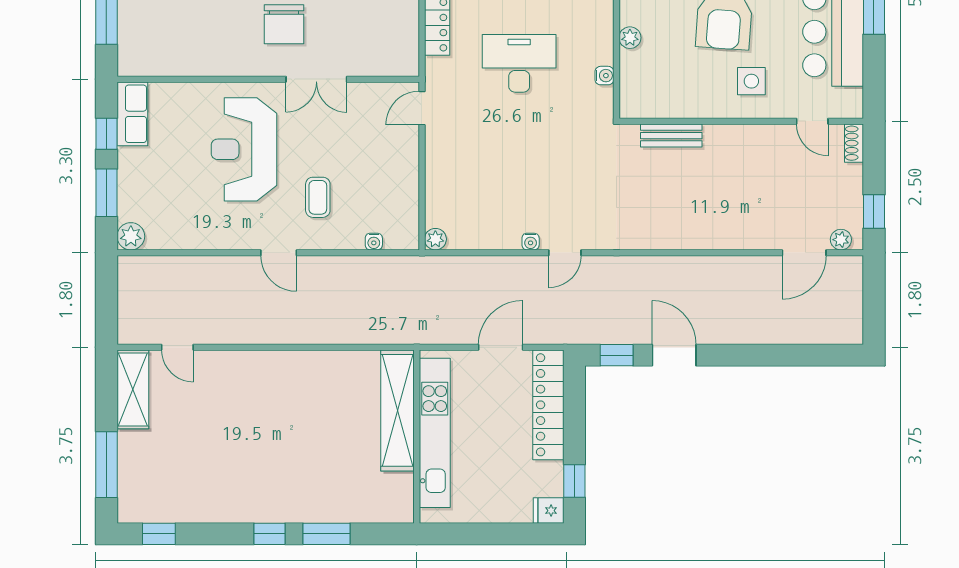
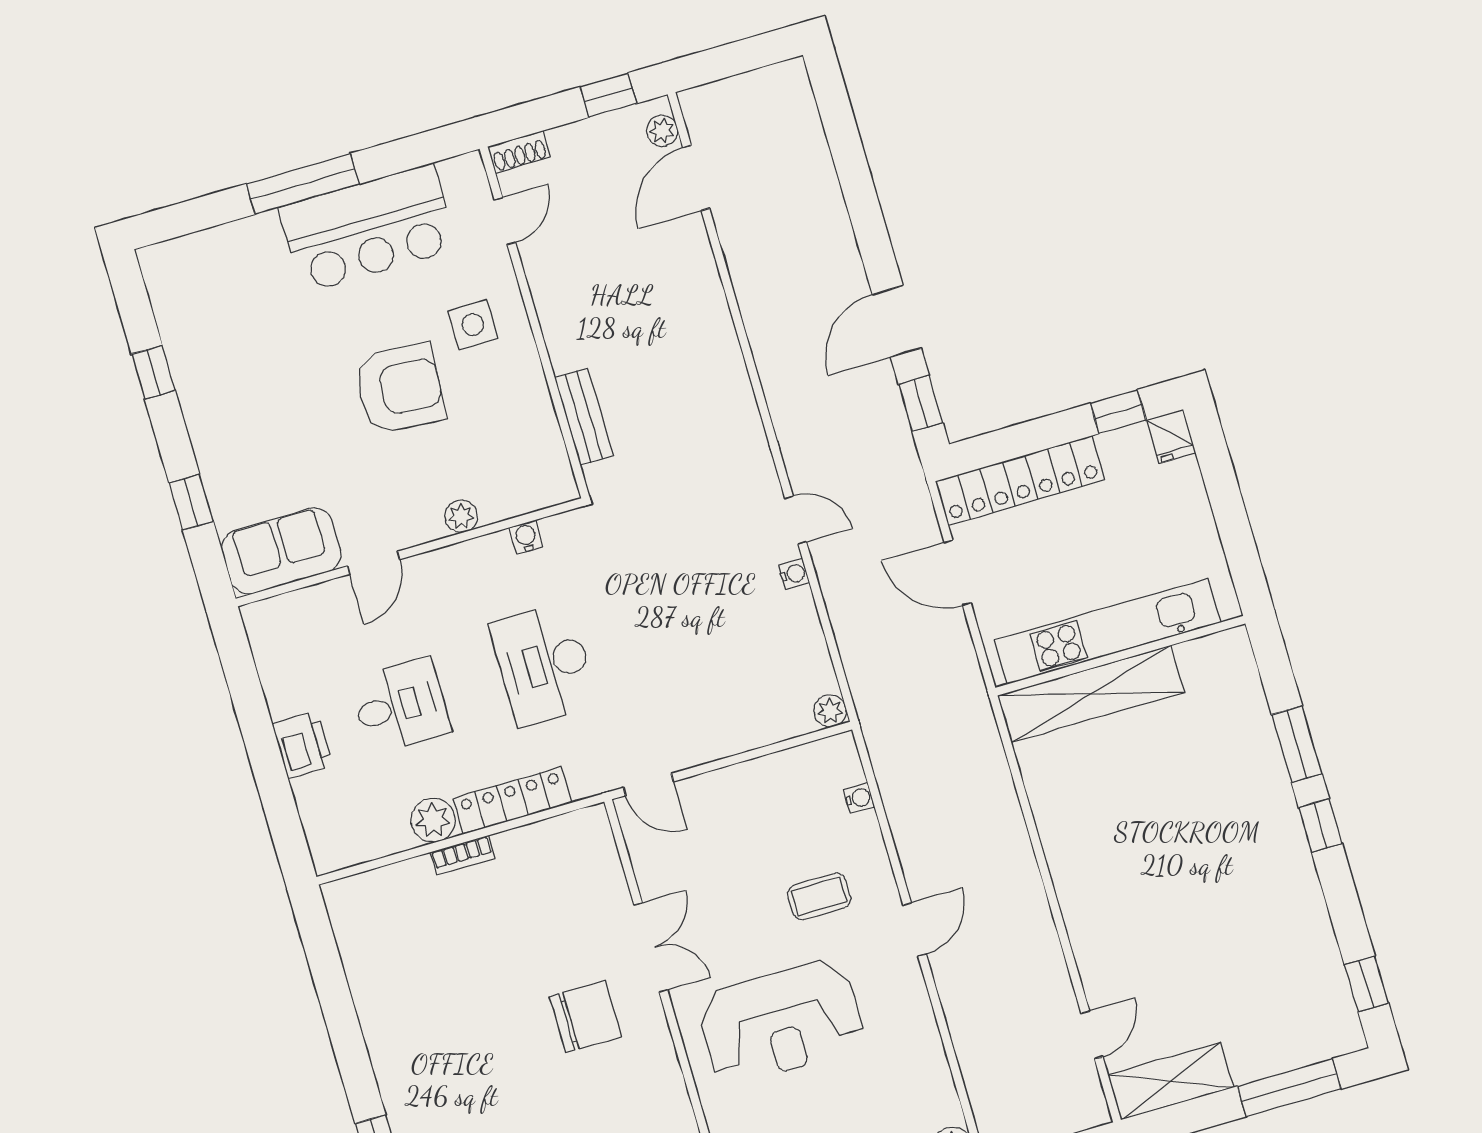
door: (804, 253) -> (696, 178), swing flipped

